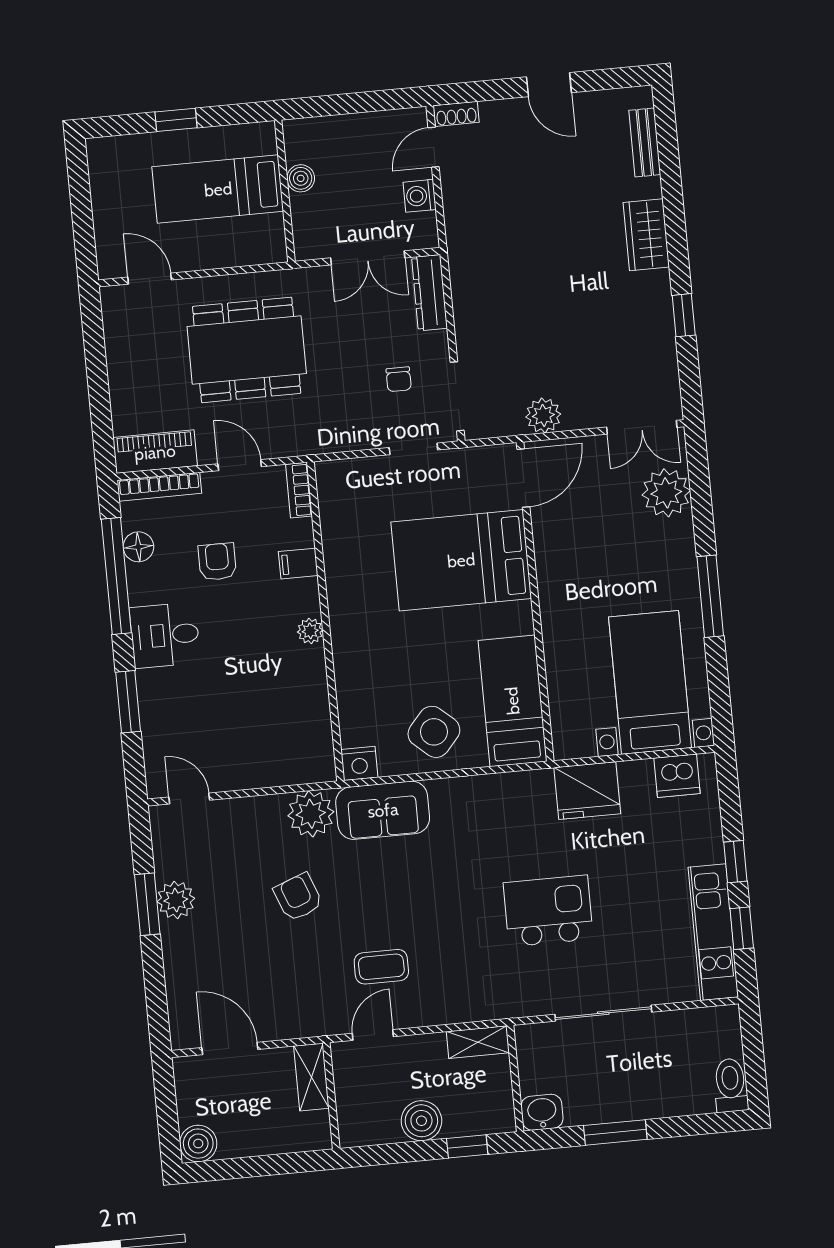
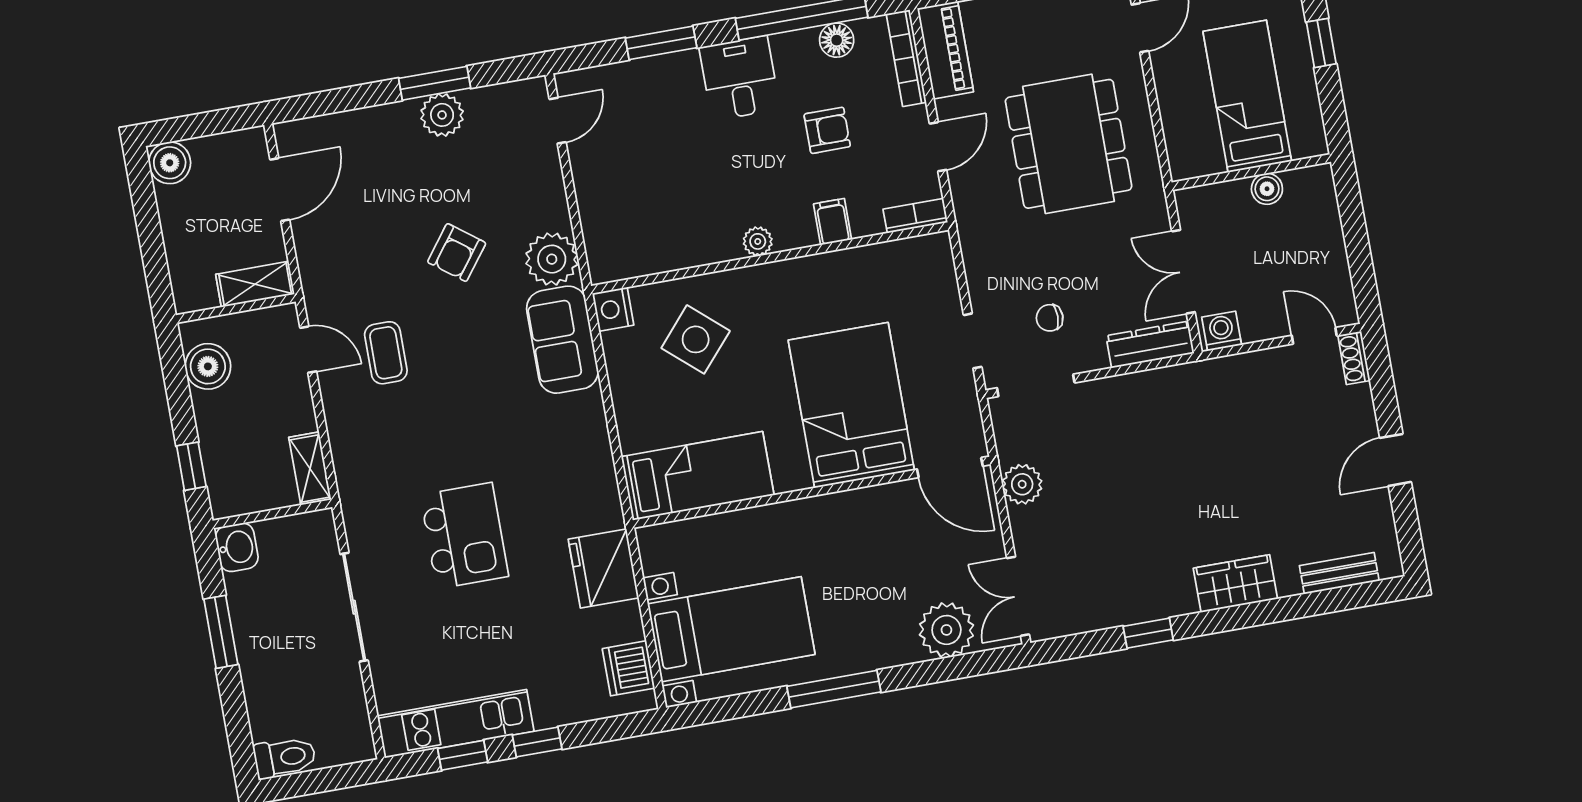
washing machine: (420, 196) -> (1222, 331), moved
side table: (434, 732) -> (696, 339), moved
armchair: (298, 897) -> (457, 253), turned 148
boiler: (421, 1121) -> (208, 366), moved

